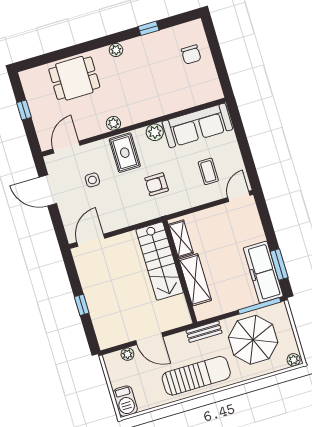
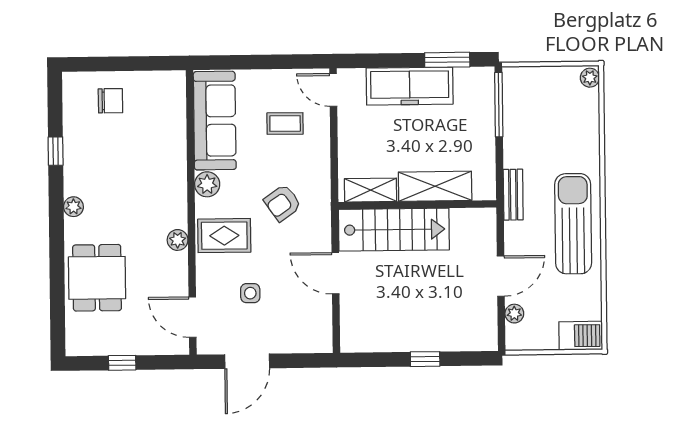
armchair: (157, 184) -> (283, 203), turned 55
door: (91, 240) -> (335, 273), moved
freezer: (263, 272) -> (410, 86), moved
parasol: (253, 340) -> (545, 128), removed

